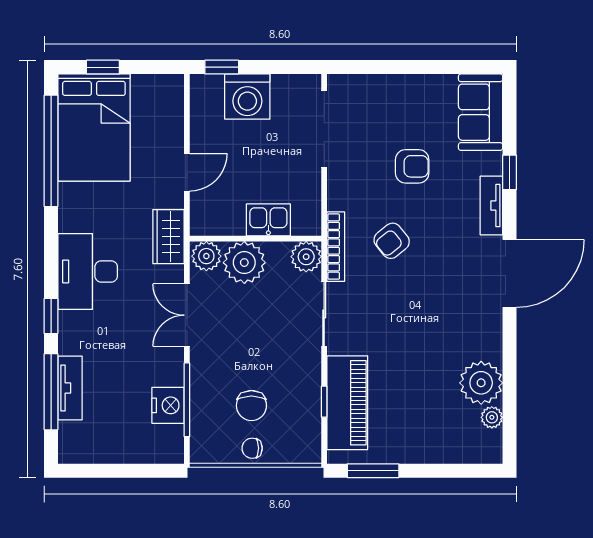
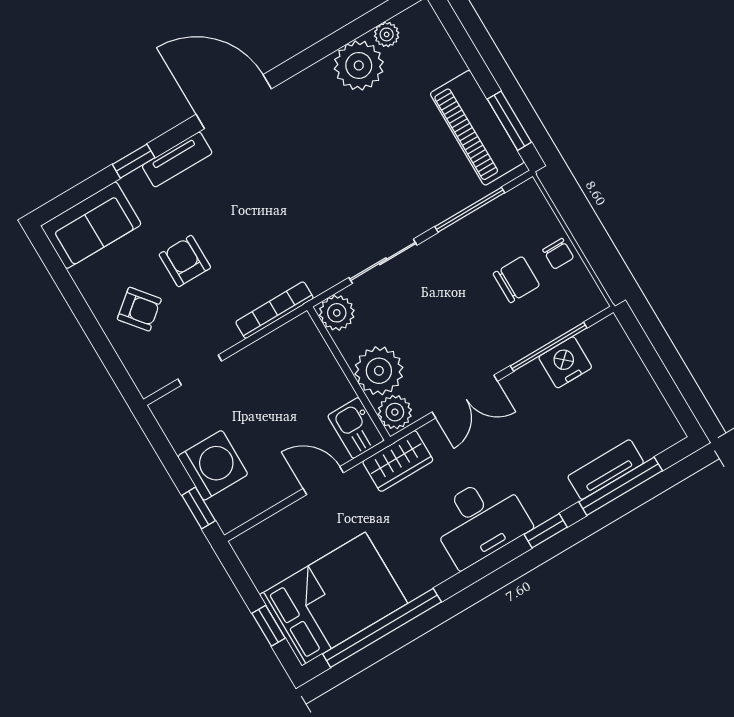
doorway: (324, 129) -> (200, 370), width x0.53
kitchen sink: (268, 220) -> (356, 428), moved
armchair: (392, 241) -> (139, 309), moved
bookcase: (336, 247) -> (274, 310), moved
window: (324, 402) -> (470, 210), width x2.17
piano: (347, 403) -> (477, 128), moved, turned -90

